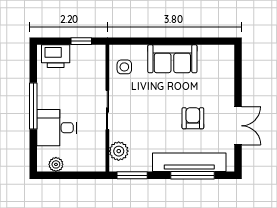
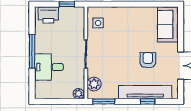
sofa: (172, 59) -> (168, 24), moved, turned 90
plant: (56, 164) -> (78, 94), moved
window: (192, 175) -> (148, 101), width x0.46

